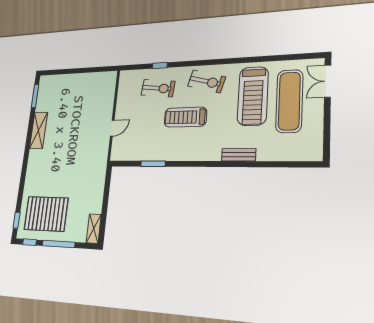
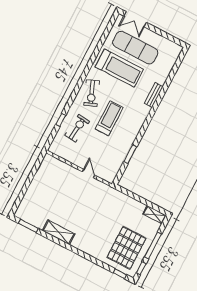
exercise bike: (207, 81) -> (92, 93), turned 143
treadmill: (185, 117) -> (109, 118), turned 180

